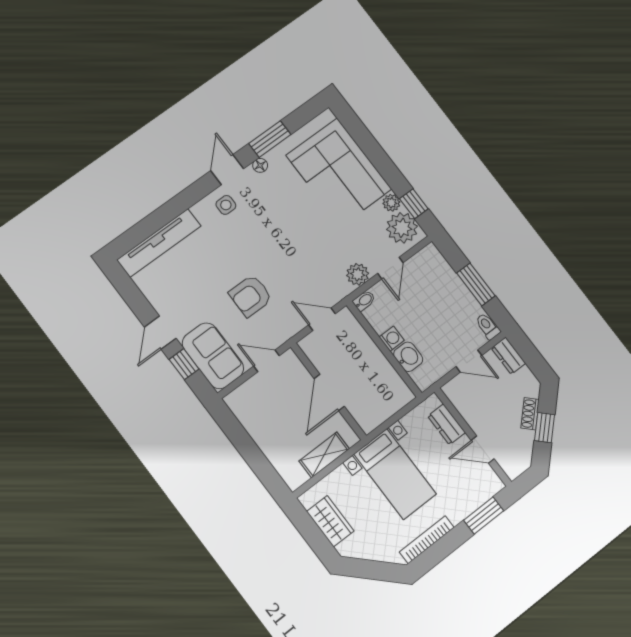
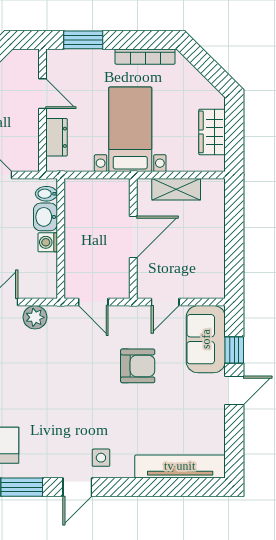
floor lamp: (260, 165) -> (47, 470), removed
bidet: (364, 301) -> (46, 194), moved
door: (266, 361) -> (165, 302), hinge flipped

